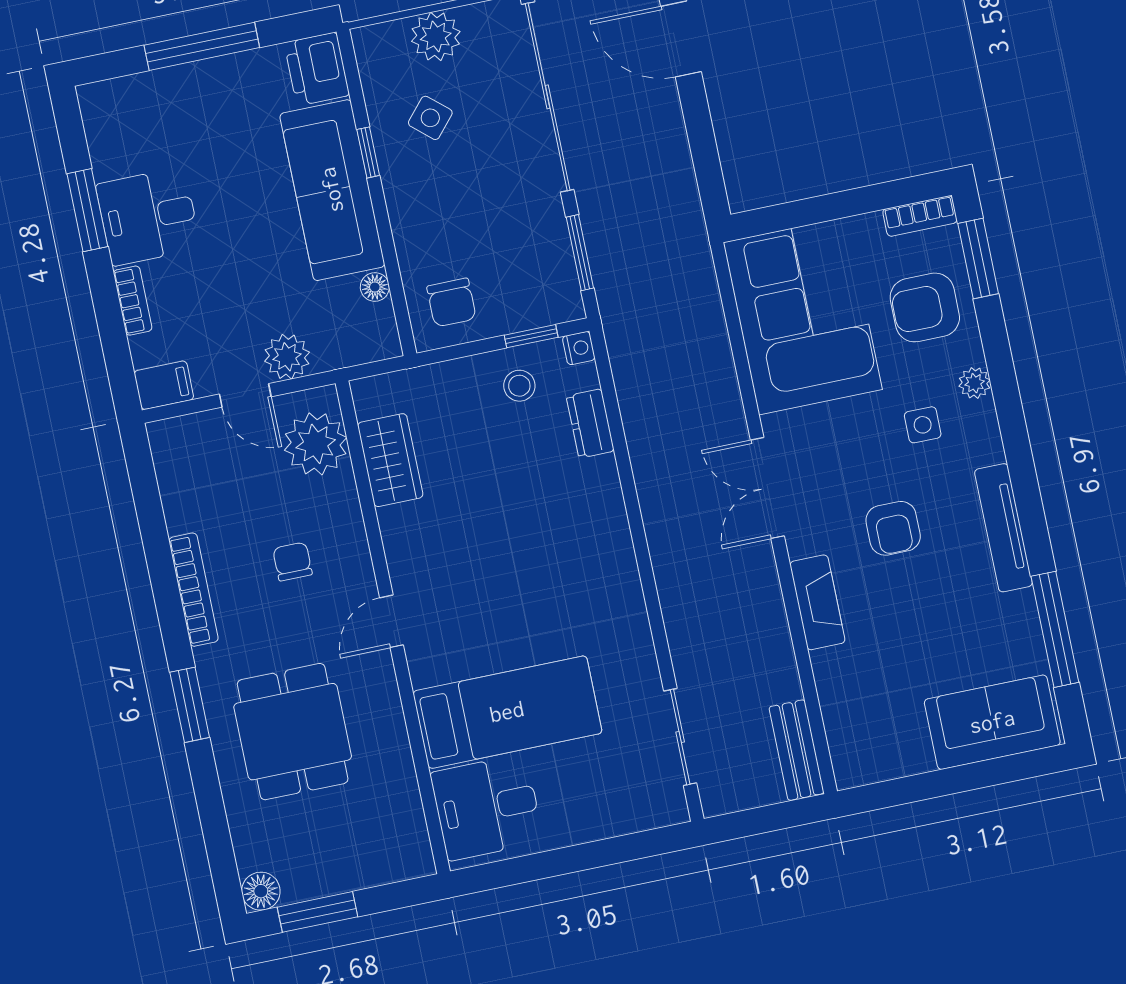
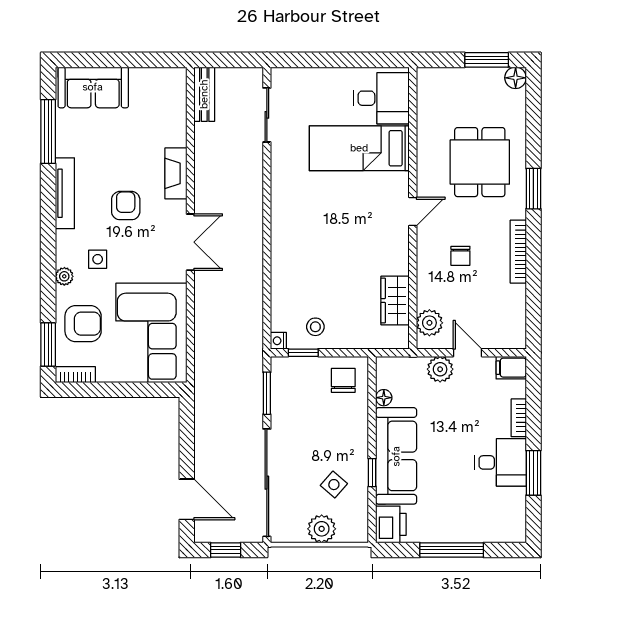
dresser: (590, 423) -> (281, 298), removed
plant: (316, 444) -> (429, 323), width x0.73, depth x0.73

